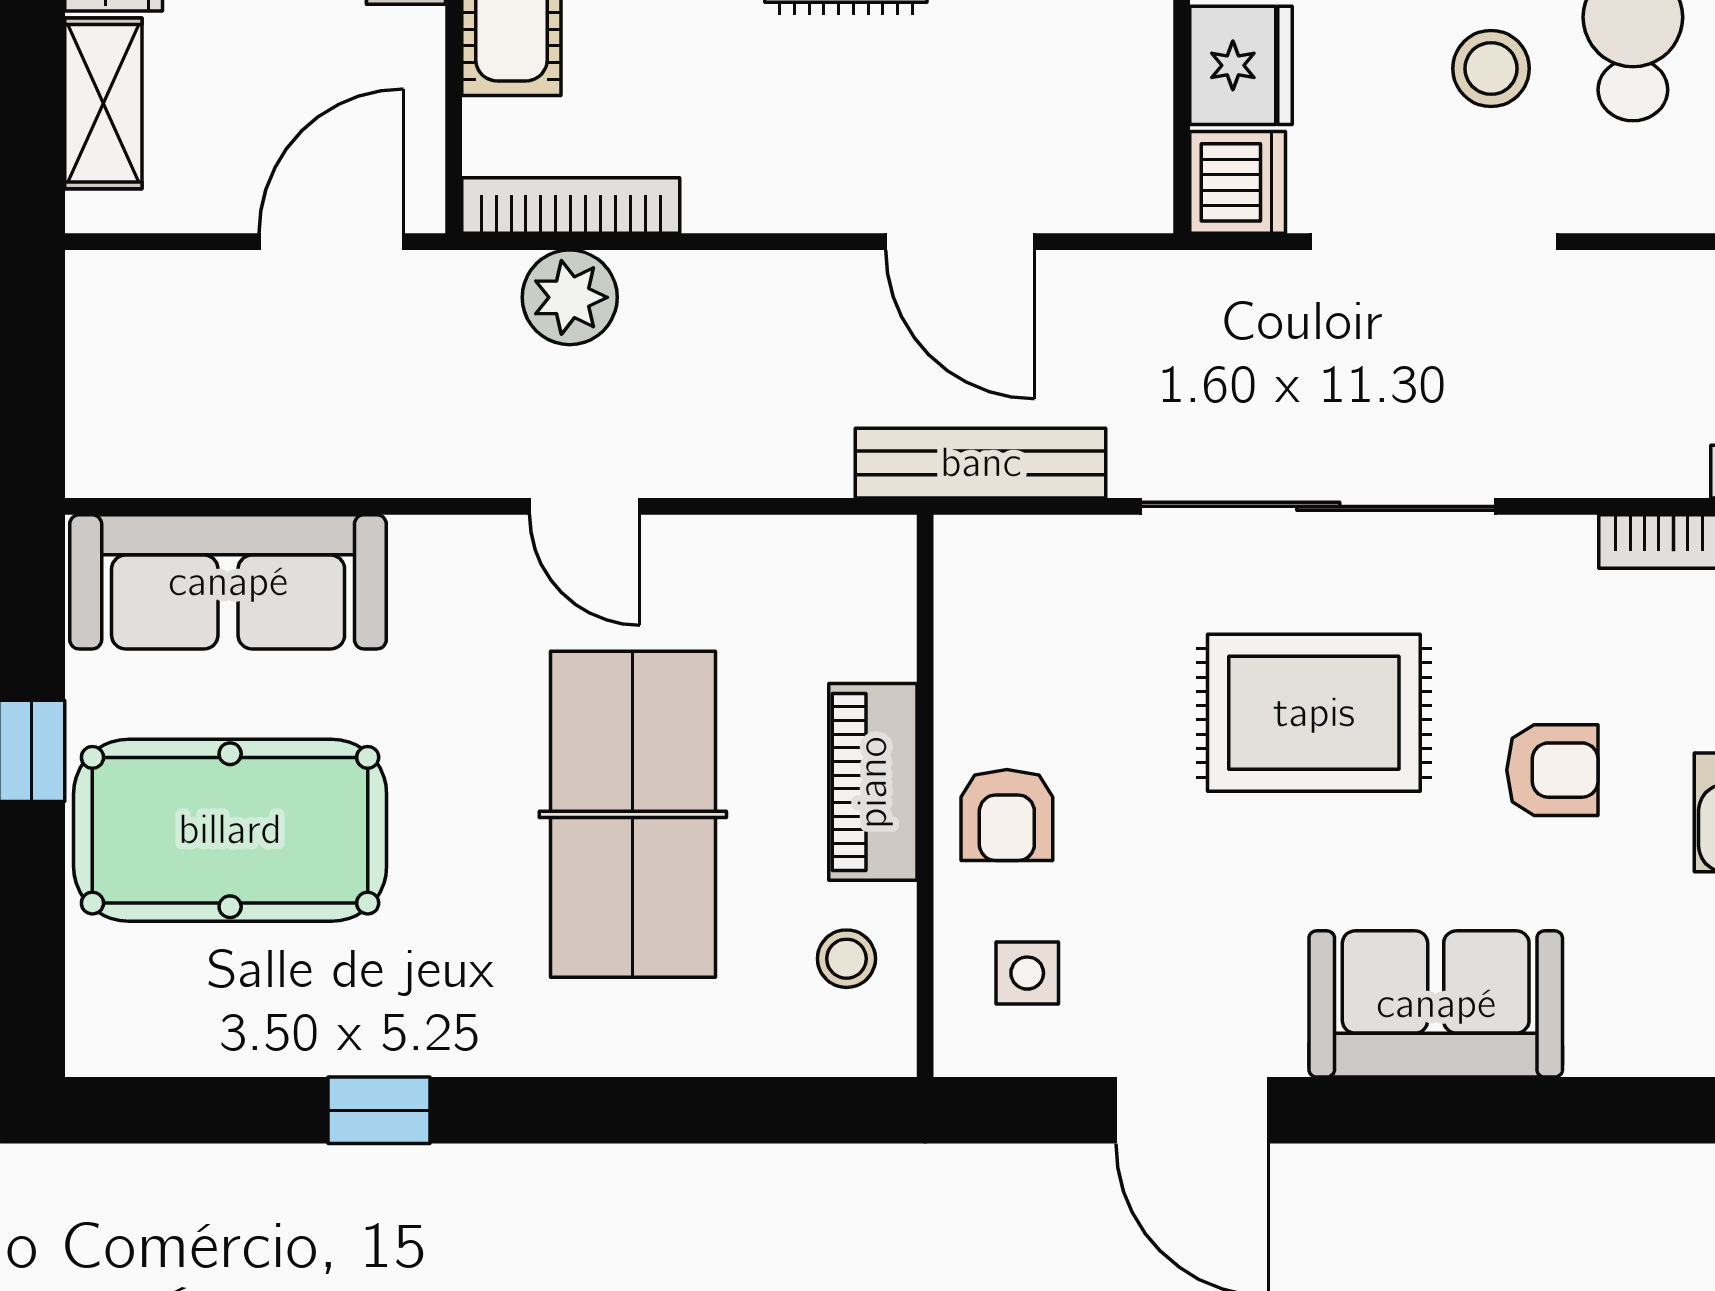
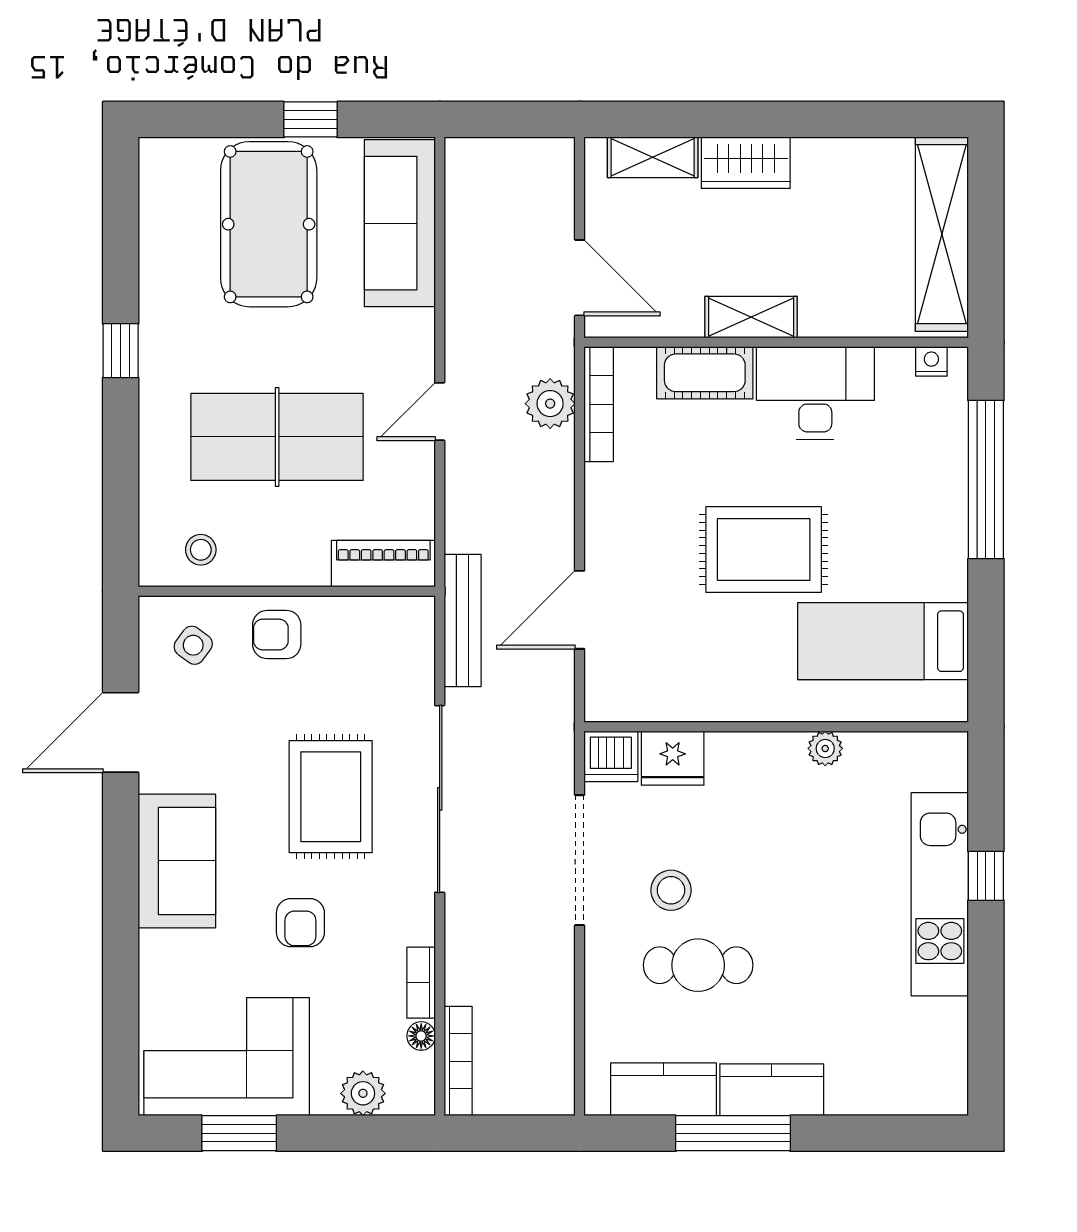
piano: (873, 782) -> (383, 564), moved
side table: (1027, 973) -> (193, 645), turned 36
window: (379, 1110) -> (121, 351), moved

